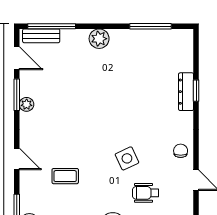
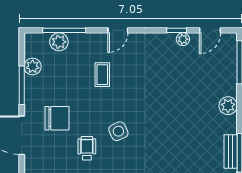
bench: (41, 36) -> (231, 151), moved
window: (17, 95) -> (177, 30), width x0.67
plant: (27, 104) -> (183, 39), moved

